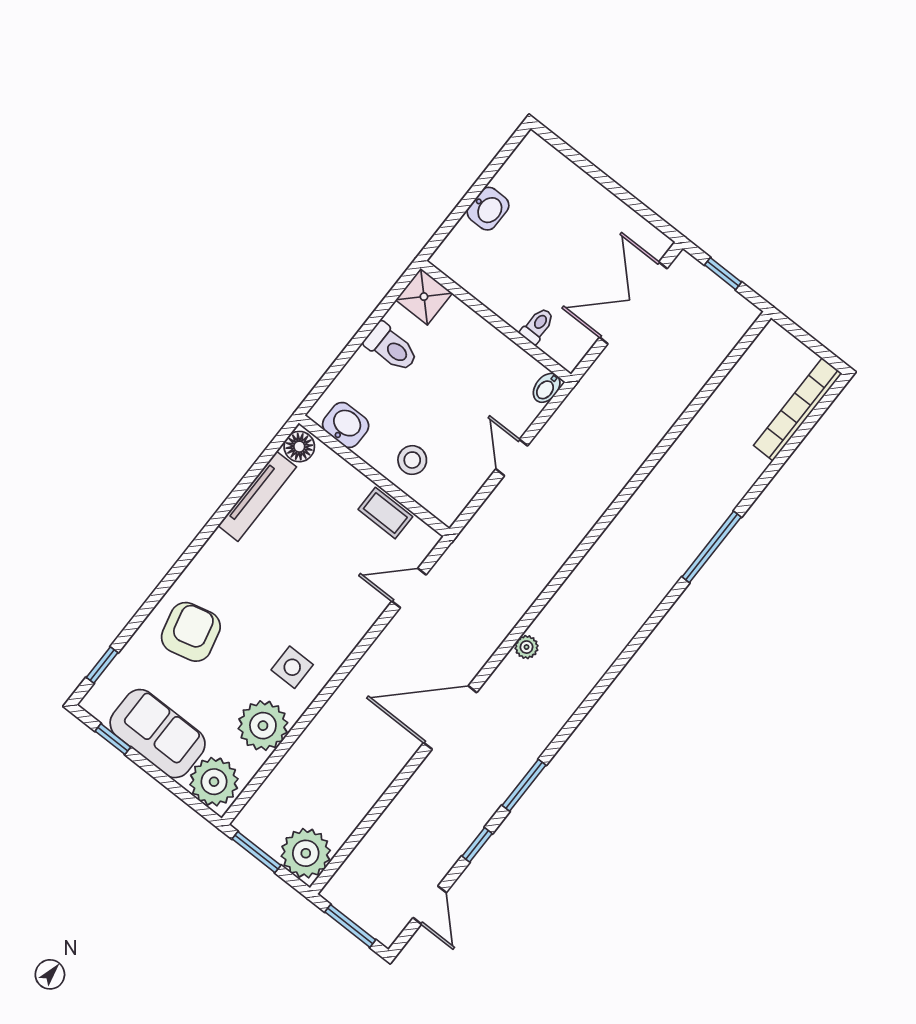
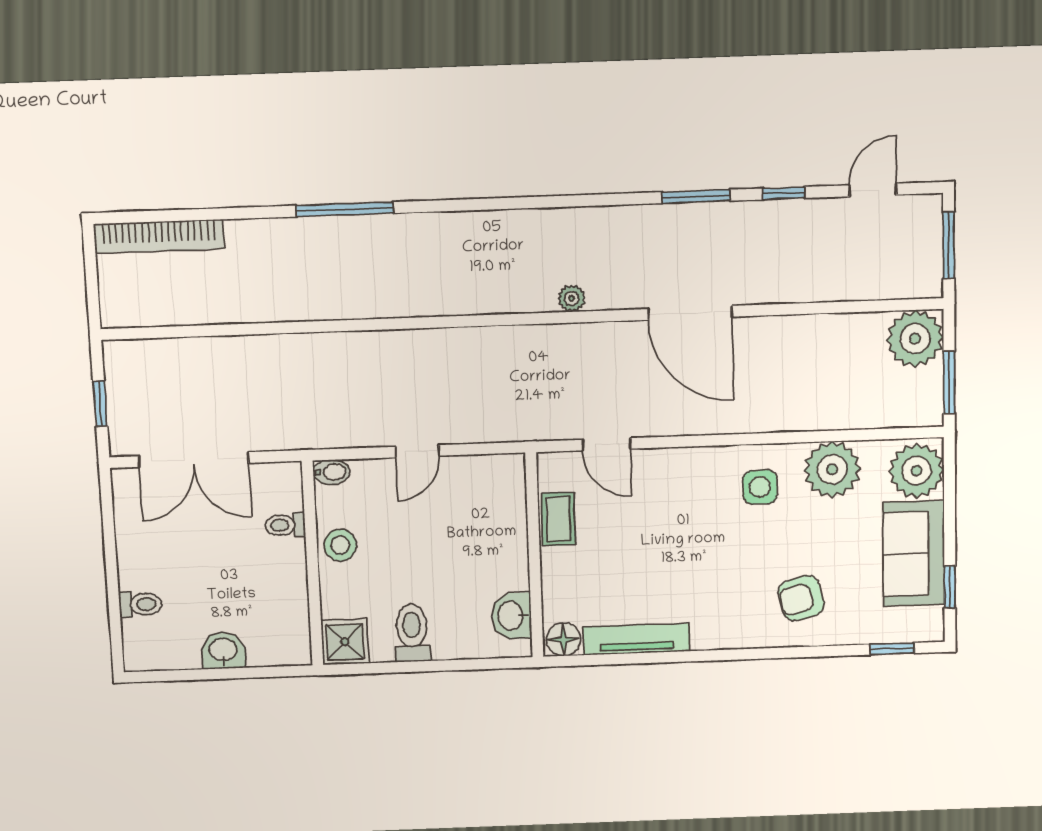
toilet: (567, 181) -> (140, 604), added
stool: (412, 460) -> (340, 545), moved
armchair: (191, 632) -> (801, 598), width x0.72, depth x0.72

